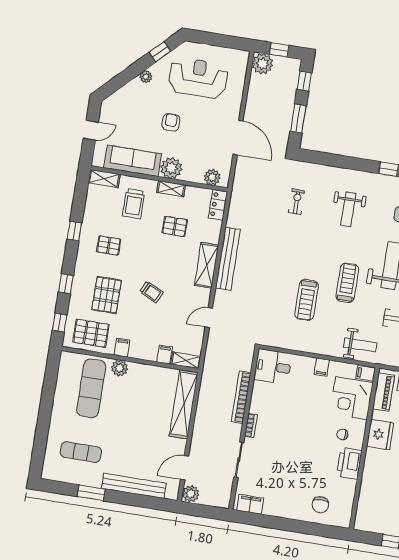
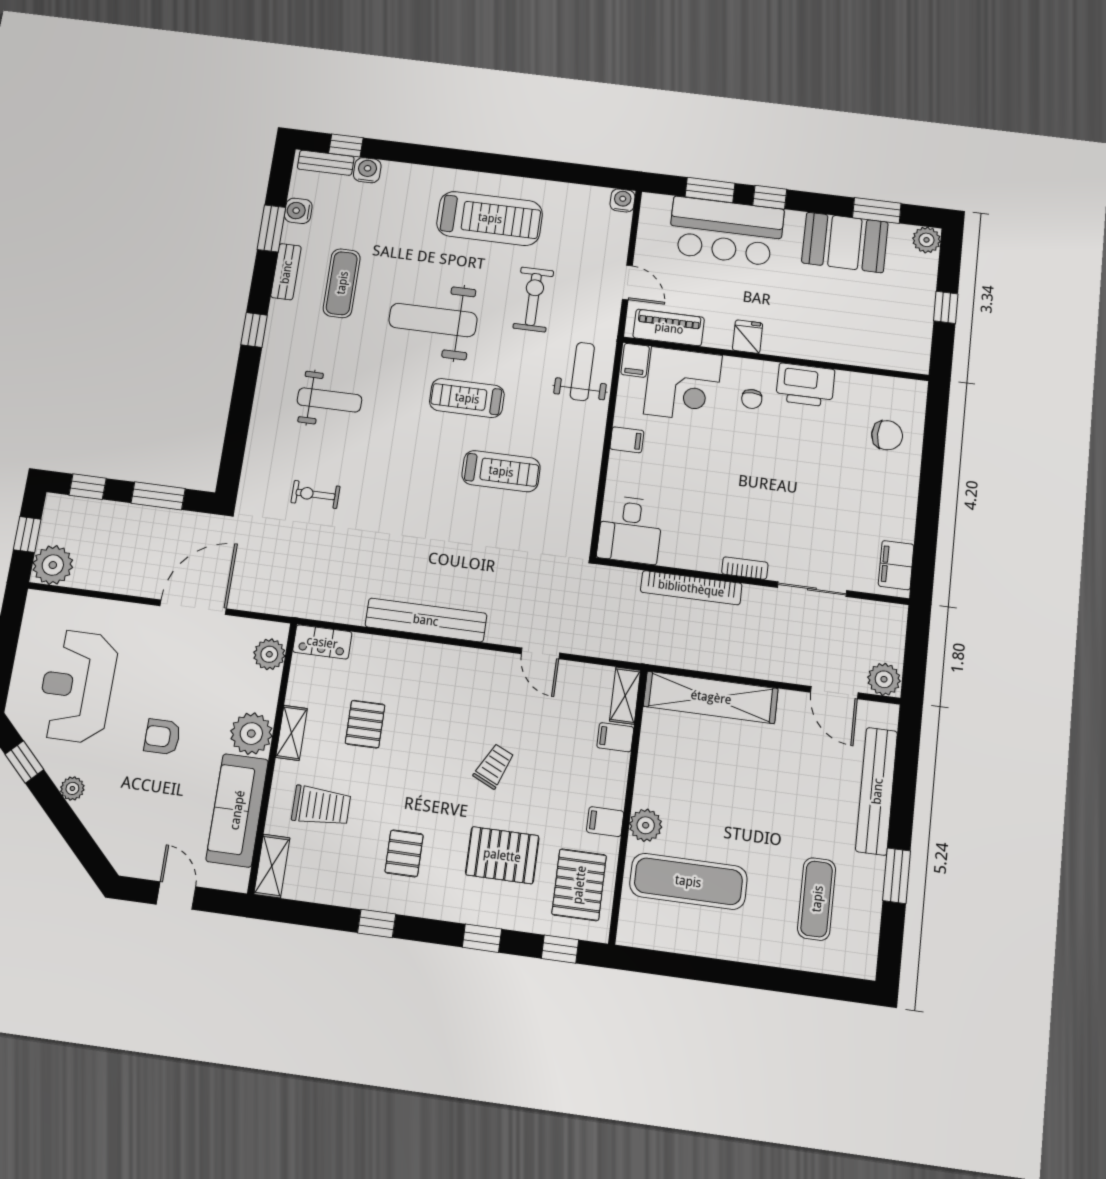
shelving: (207, 265) -> (439, 660), removed
fridge: (380, 435) -> (748, 337), width x0.53, depth x0.75

